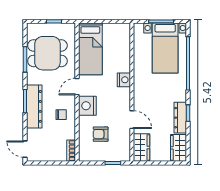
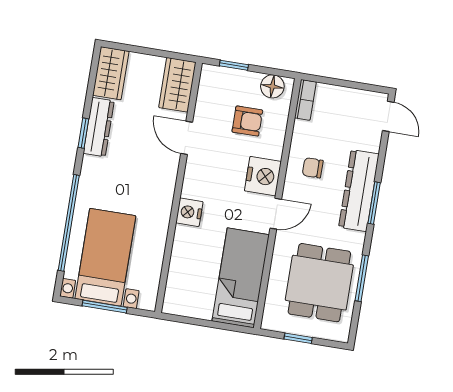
dining table: (47, 53) -> (319, 283), turned 90
floor lamp: (90, 155) -> (272, 86), added

